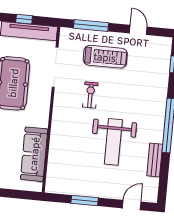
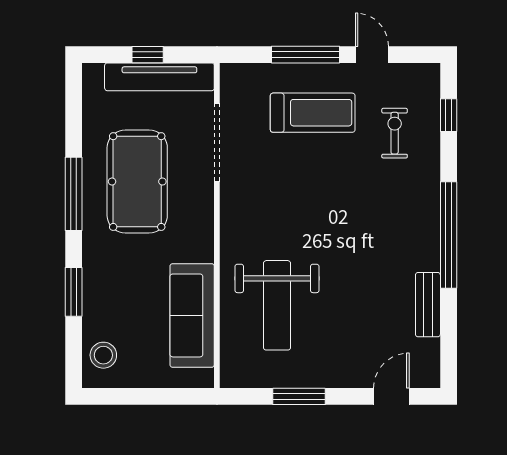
window: (91, 26) -> (306, 55), moved
exercise bike: (90, 95) -> (395, 133), moved
weight bench: (113, 142) -> (277, 305), moved

